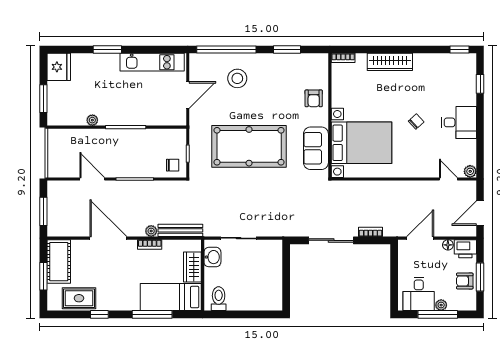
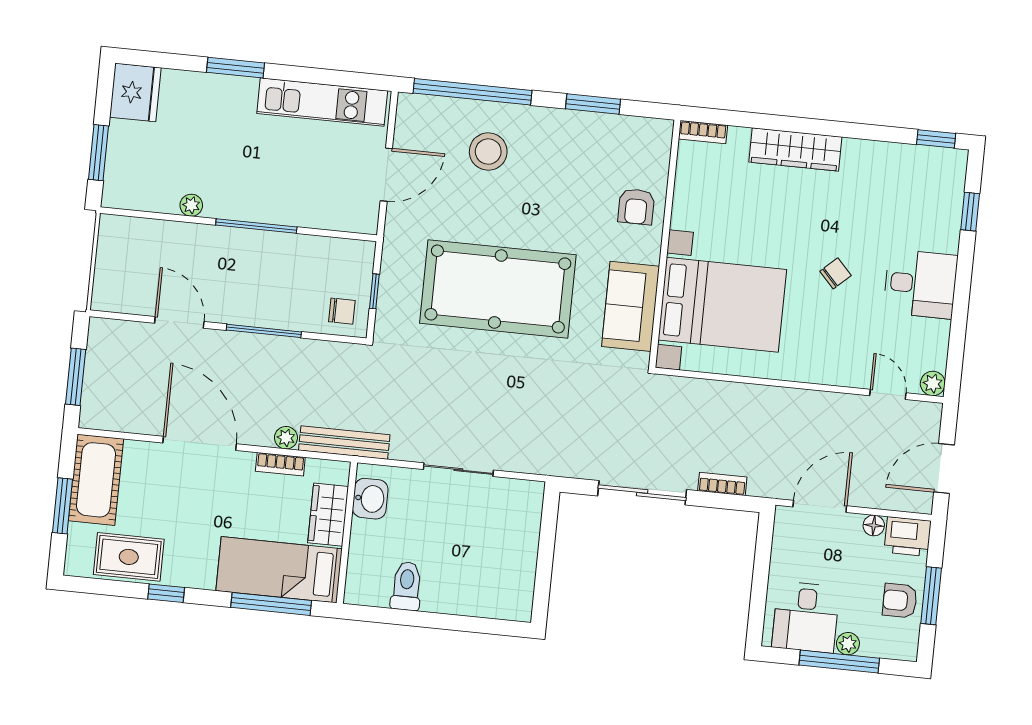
washbasin: (212, 257) -> (370, 499), moved
wardrobe: (192, 267) -> (328, 515), moved
wall: (203, 275) -> (347, 533), moved
bed: (171, 297) -> (279, 570), moved

